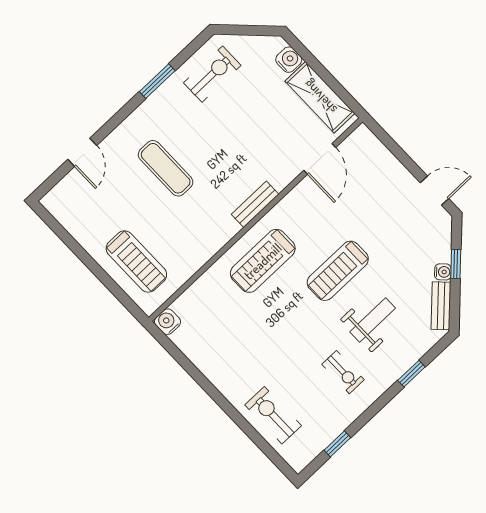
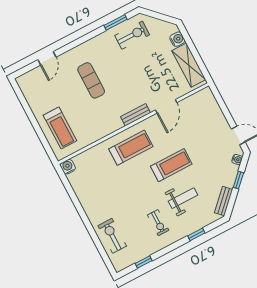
window: (157, 81) -> (115, 22), moved
door: (320, 159) -> (166, 106), moved
treadmill: (263, 261) -> (131, 148), turned 180
treadmill: (338, 271) -> (171, 165), turned 180
water cooler: (443, 272) -> (237, 159), moved

